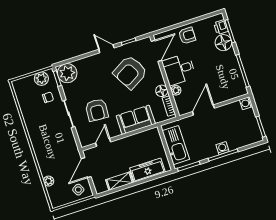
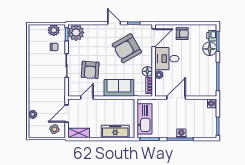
shelving: (119, 181) -> (79, 133), moved

